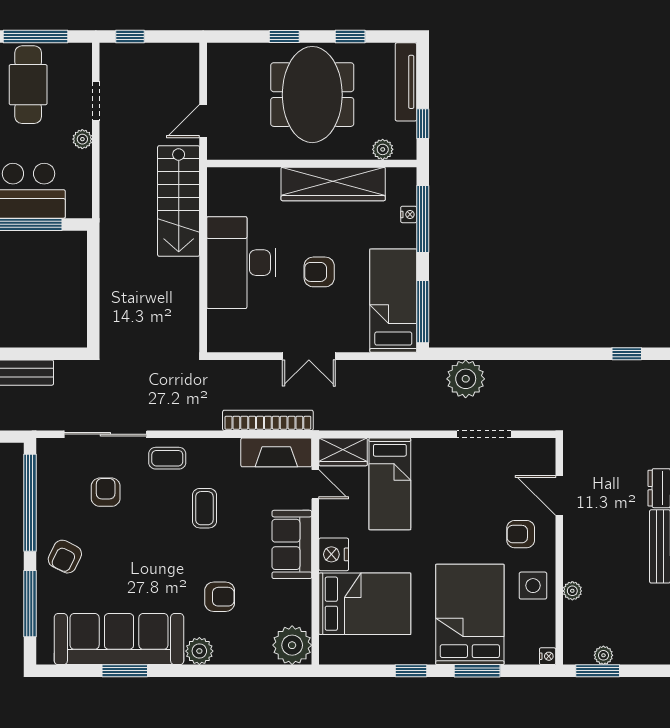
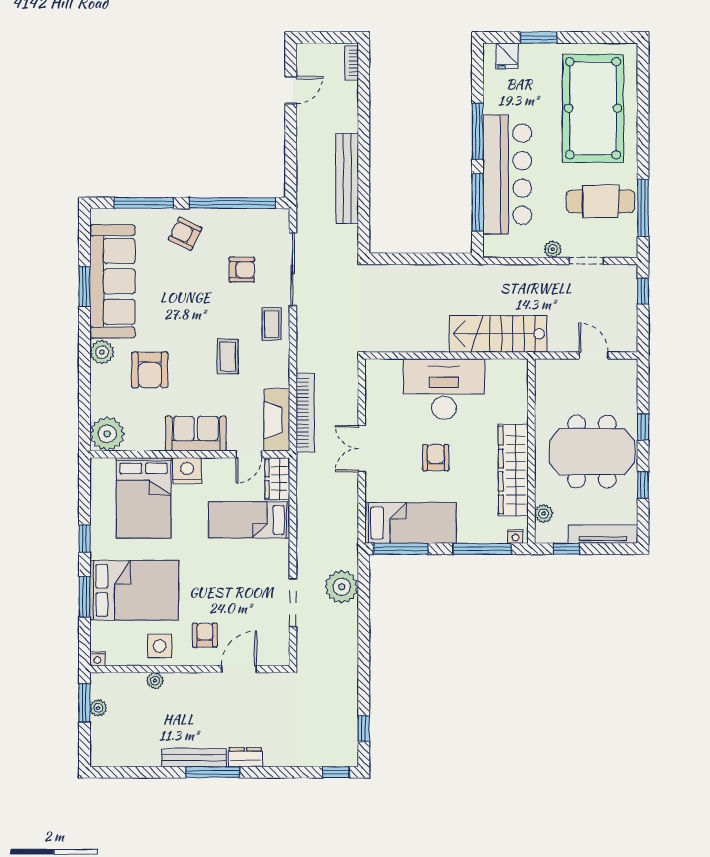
door: (203, 121) -> (594, 355), moved
nightstand: (409, 214) -> (515, 536), moved
coffee table: (204, 508) -> (228, 357), turned 90
armchair: (220, 597) -> (150, 370), width x1.38, depth x1.38

